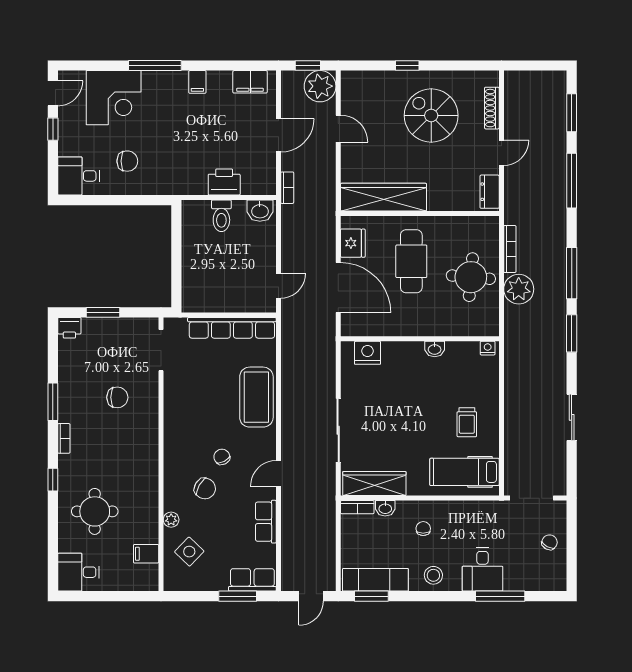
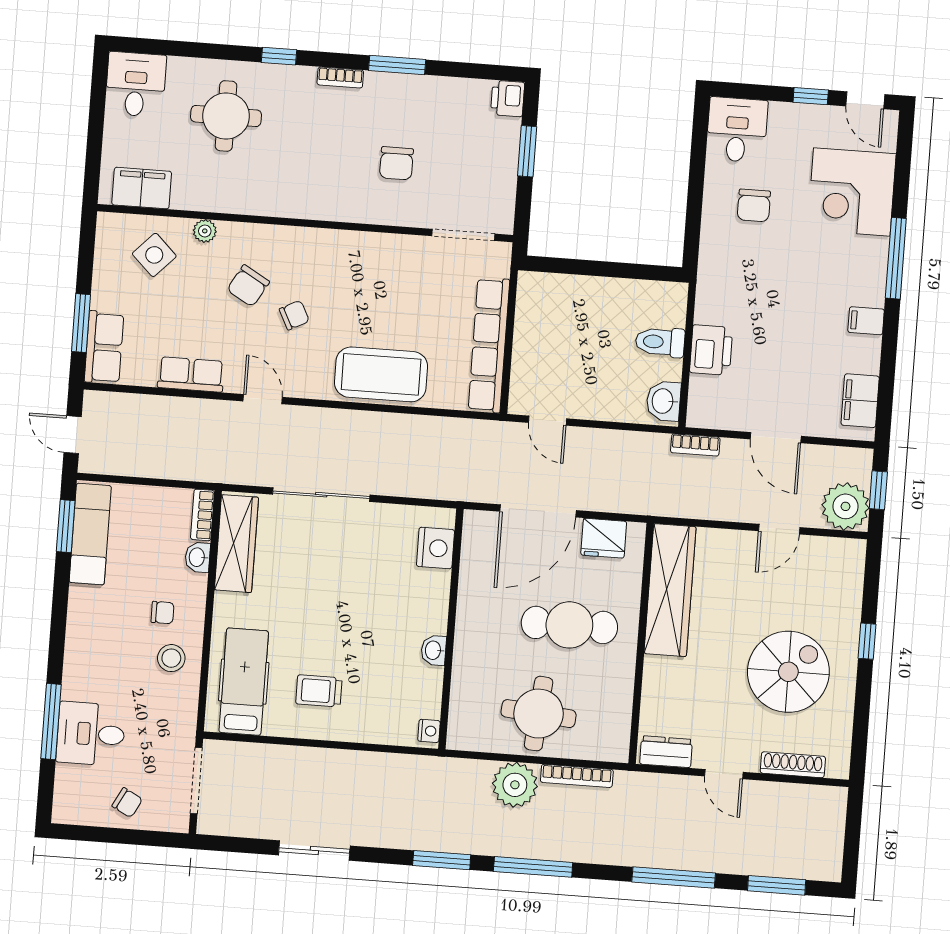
filing cabinet: (146, 554) -> (142, 188), width x2.00
desk: (483, 570) -> (91, 734), moved
stool: (433, 575) -> (171, 658), moved

